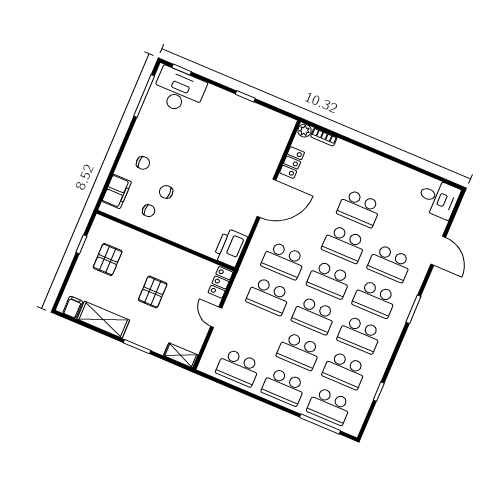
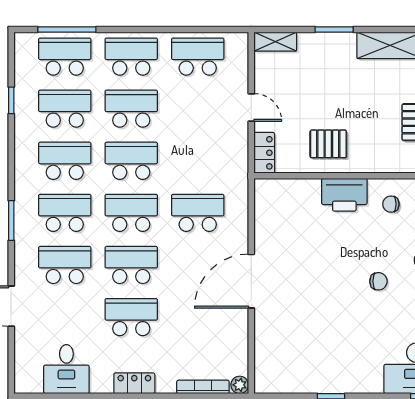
bookcase: (324, 137) -> (203, 387), width x1.56
locker: (292, 163) -> (134, 383), moved, turned 90
chair: (166, 192) -> (378, 281), moved
desk: (438, 198) -> (66, 369), moved, turned -90
printer: (230, 248) -> (344, 195), moved, turned 90
pallet: (153, 292) -> (328, 144), moved, turned 90
school desk: (268, 296) -> (198, 161), removed

